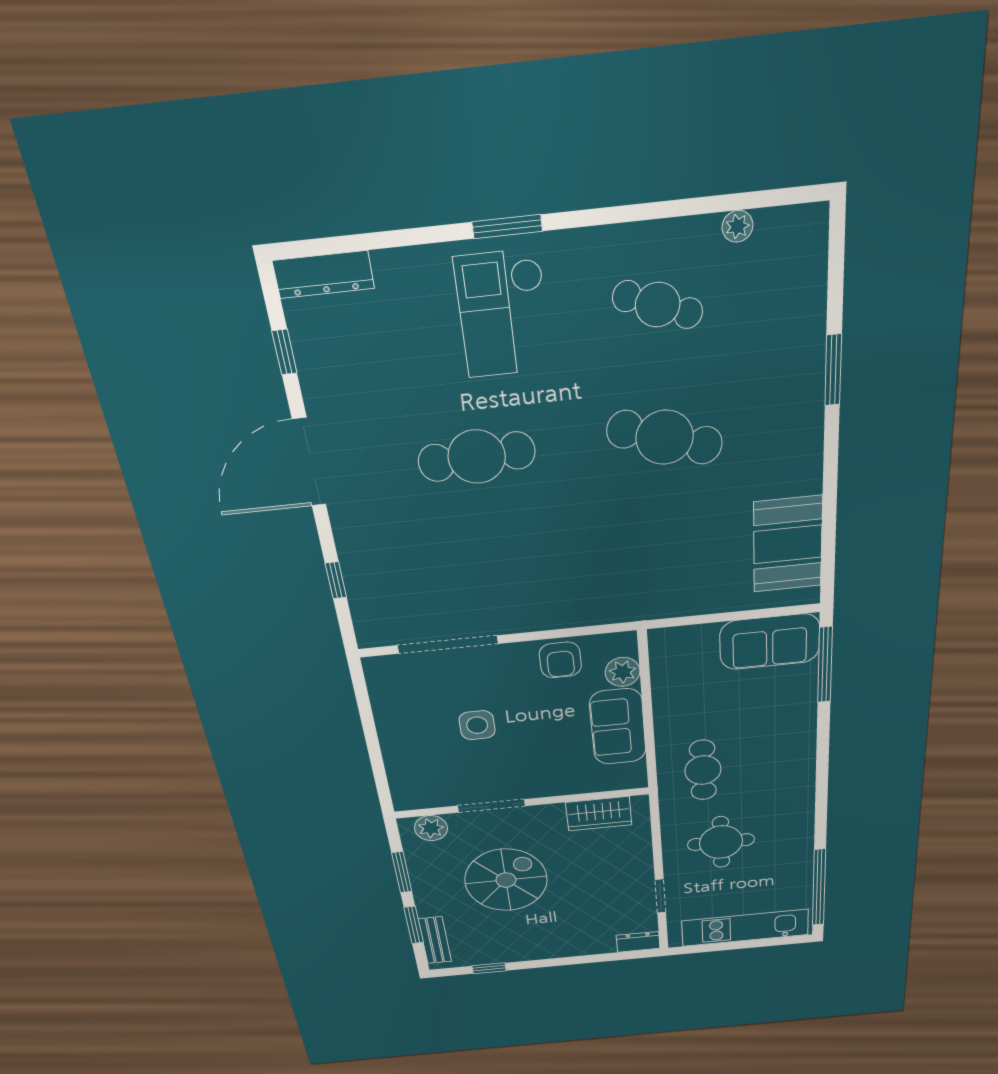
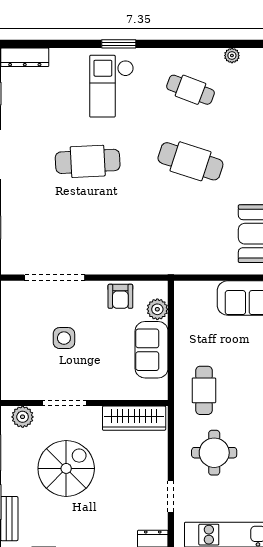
wardrobe: (599, 814) -> (134, 418), width x1.50

